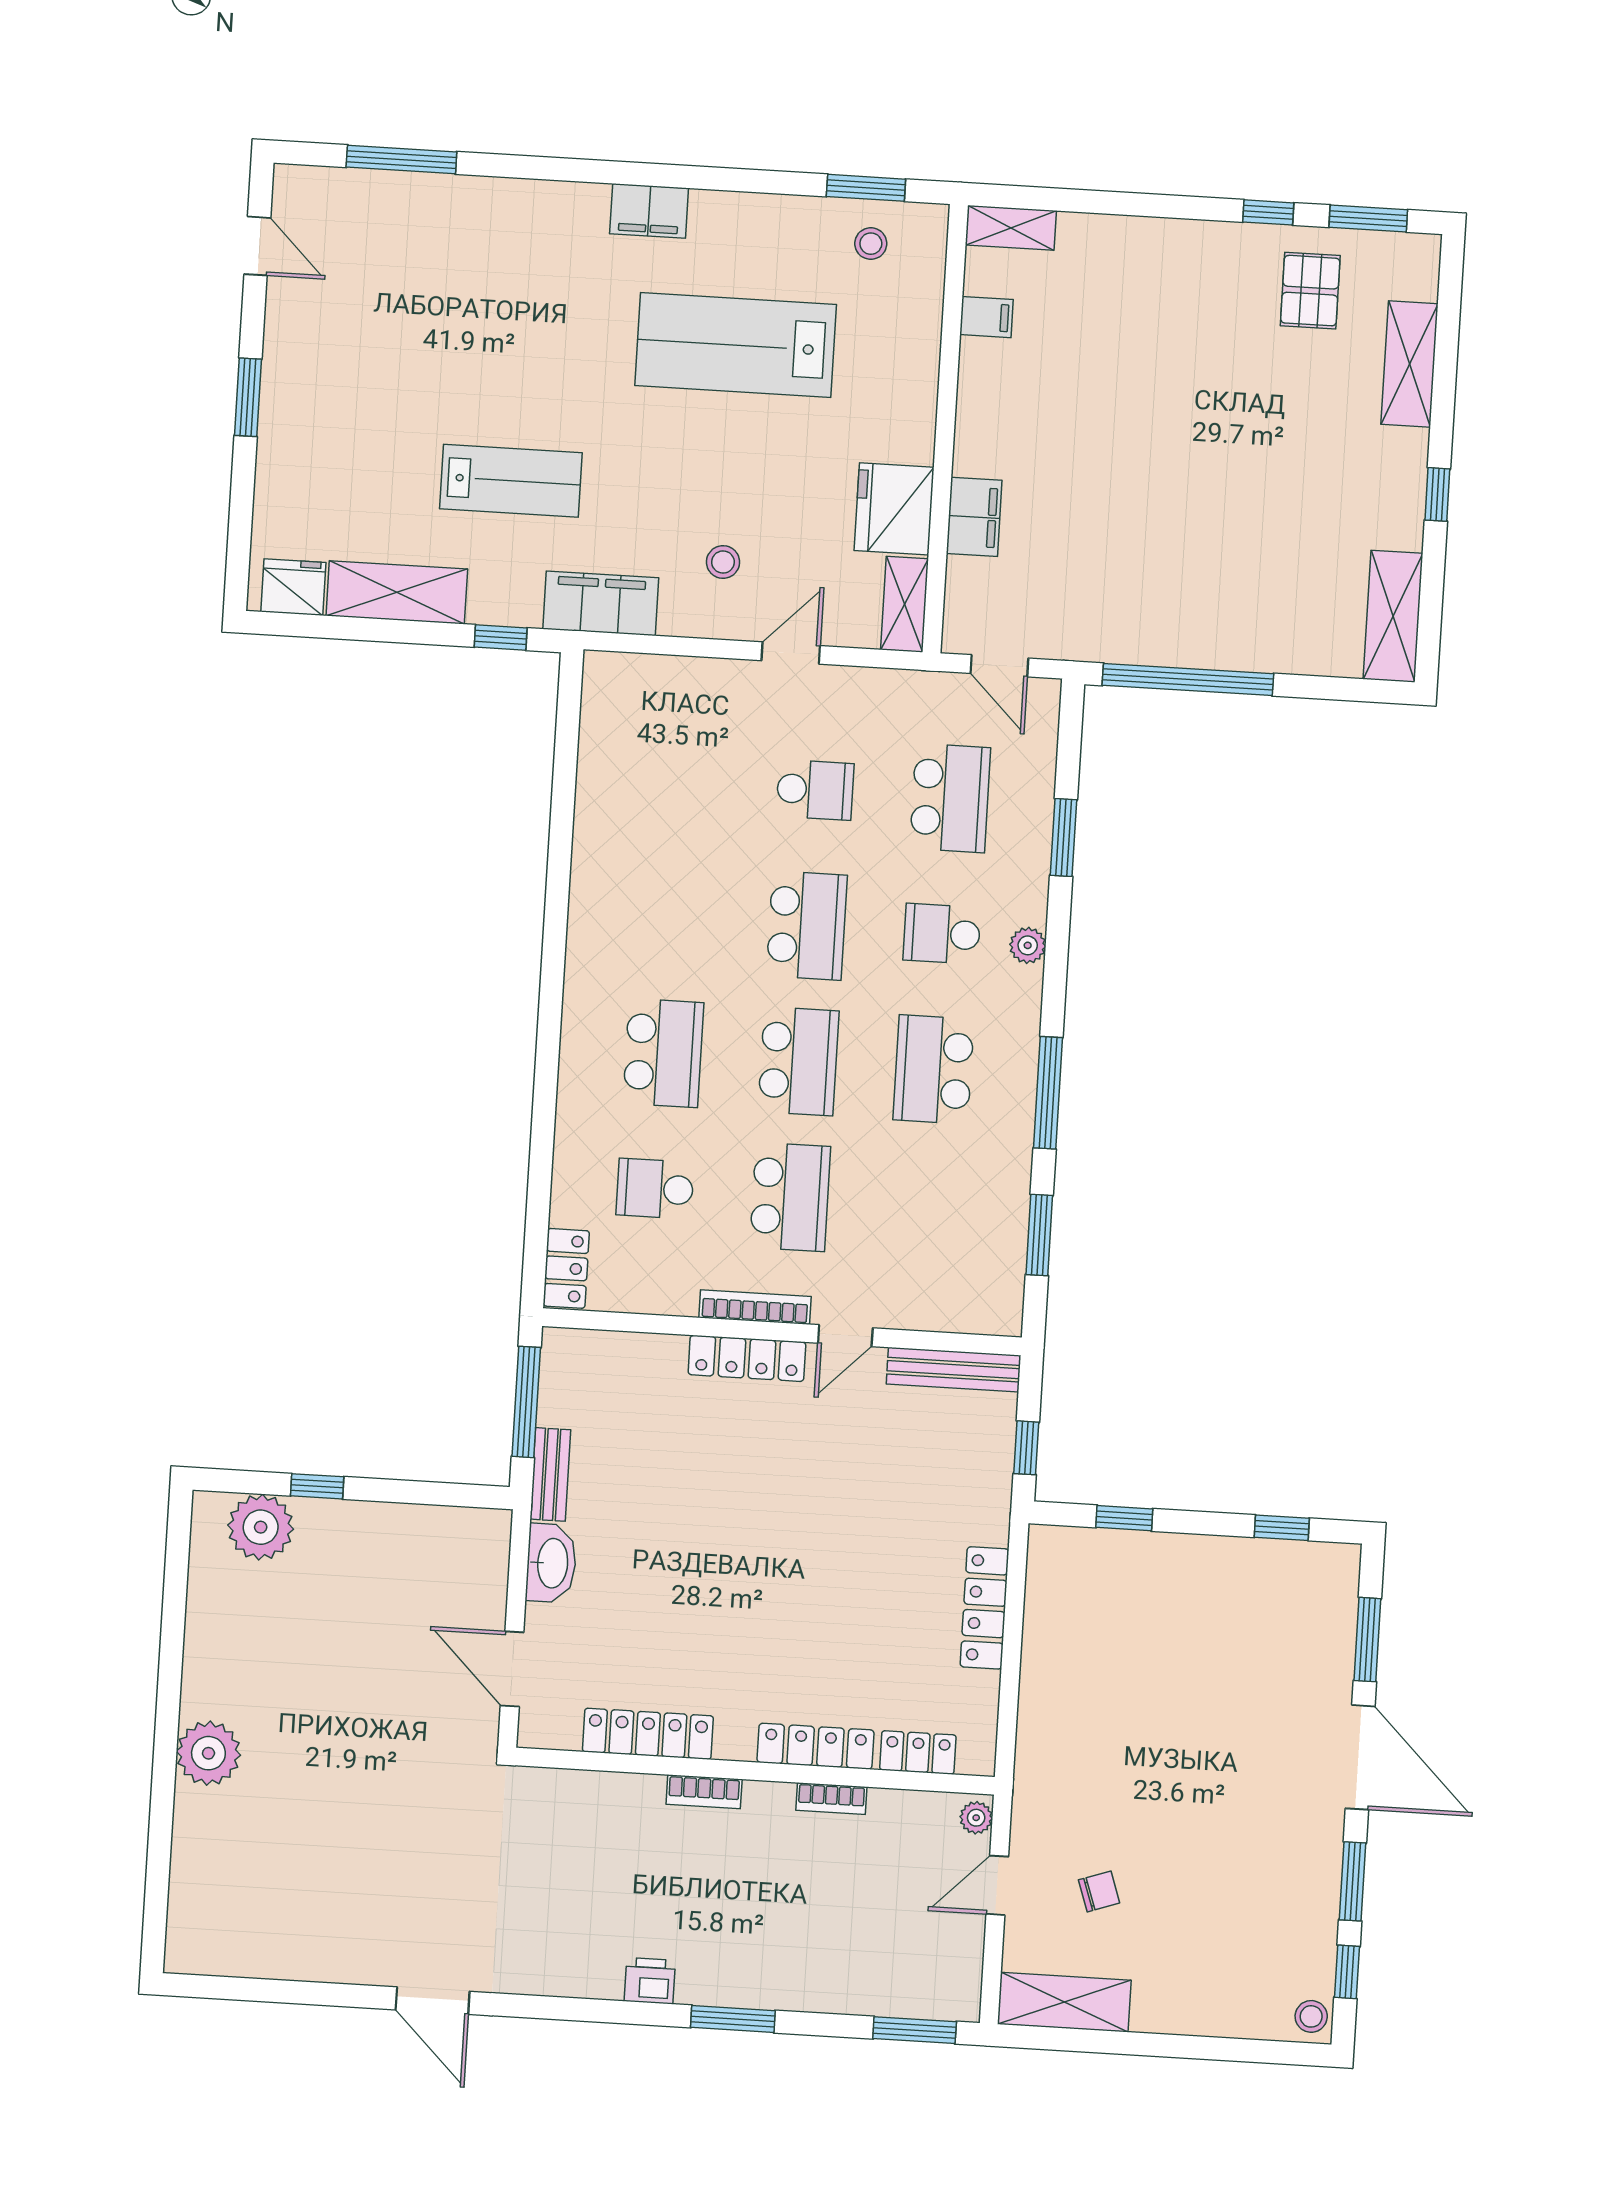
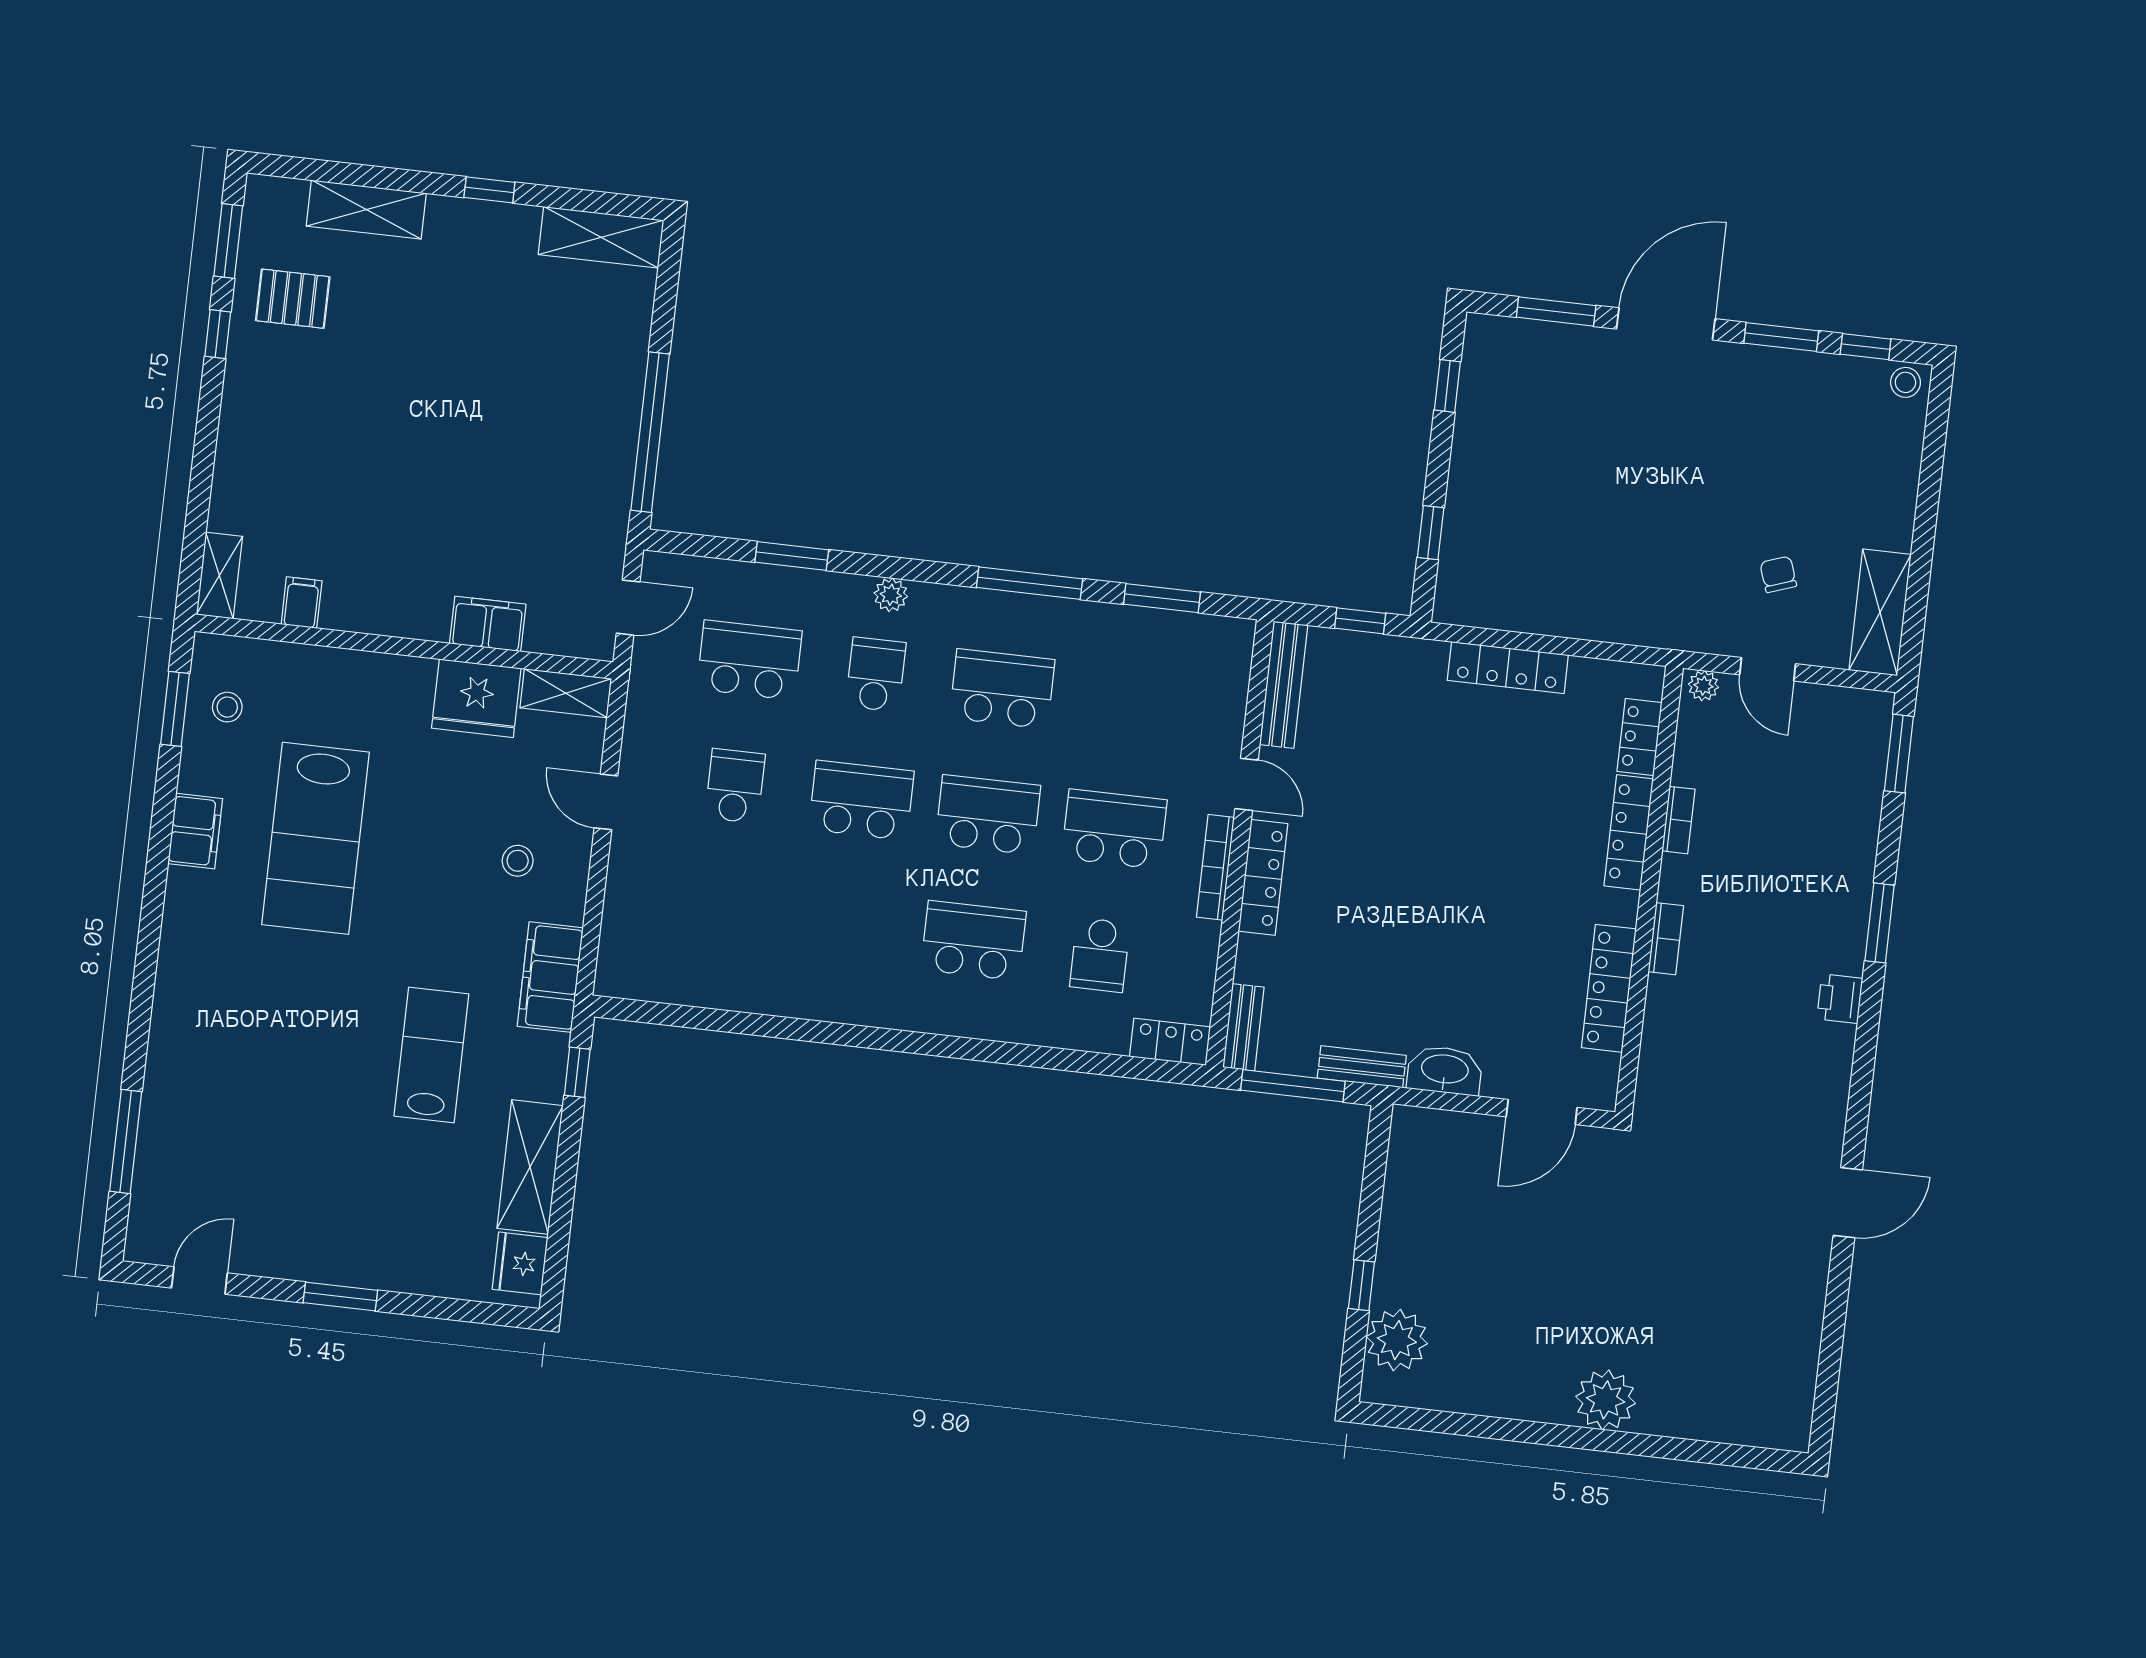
filing cabinet: (649, 211) -> (195, 831), moved
school desk: (942, 934) -> (876, 674), turned 180
school desk: (934, 1069) -> (1002, 689), turned 180
bench: (586, 1346) -> (1243, 1027), added

